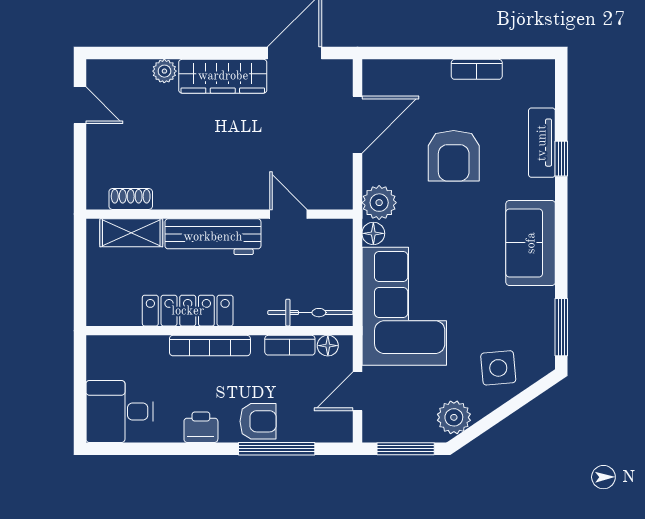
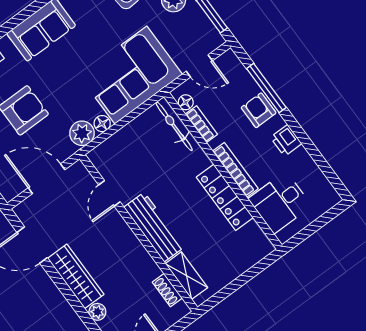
shoe rack: (131, 199) -> (167, 290), moved
wall: (219, 214) -> (139, 233), moved
door: (288, 214) -> (109, 193), moved
shelving: (131, 233) -> (186, 276), moved
workbench: (213, 237) -> (154, 227), moved
desk: (120, 411) -> (280, 202), moved, turned 90

